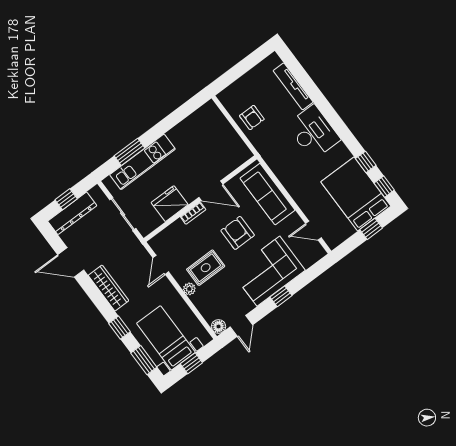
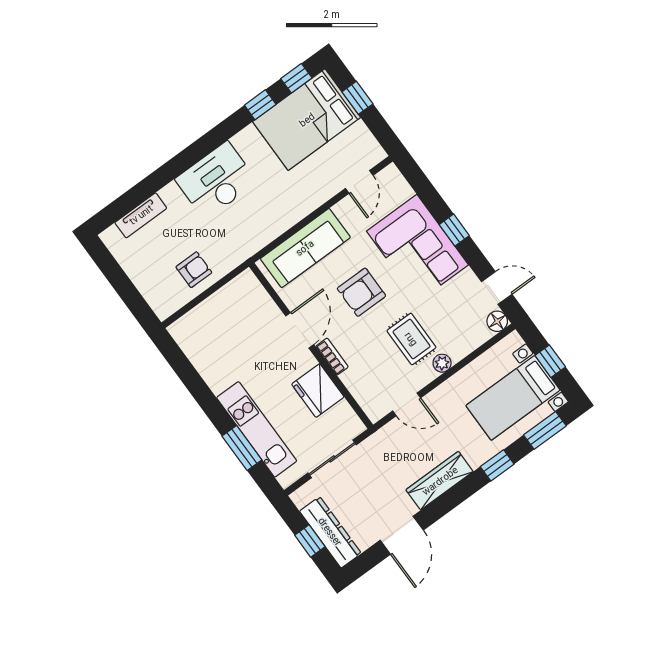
tv unit: (293, 86) -> (141, 215), width x0.71

